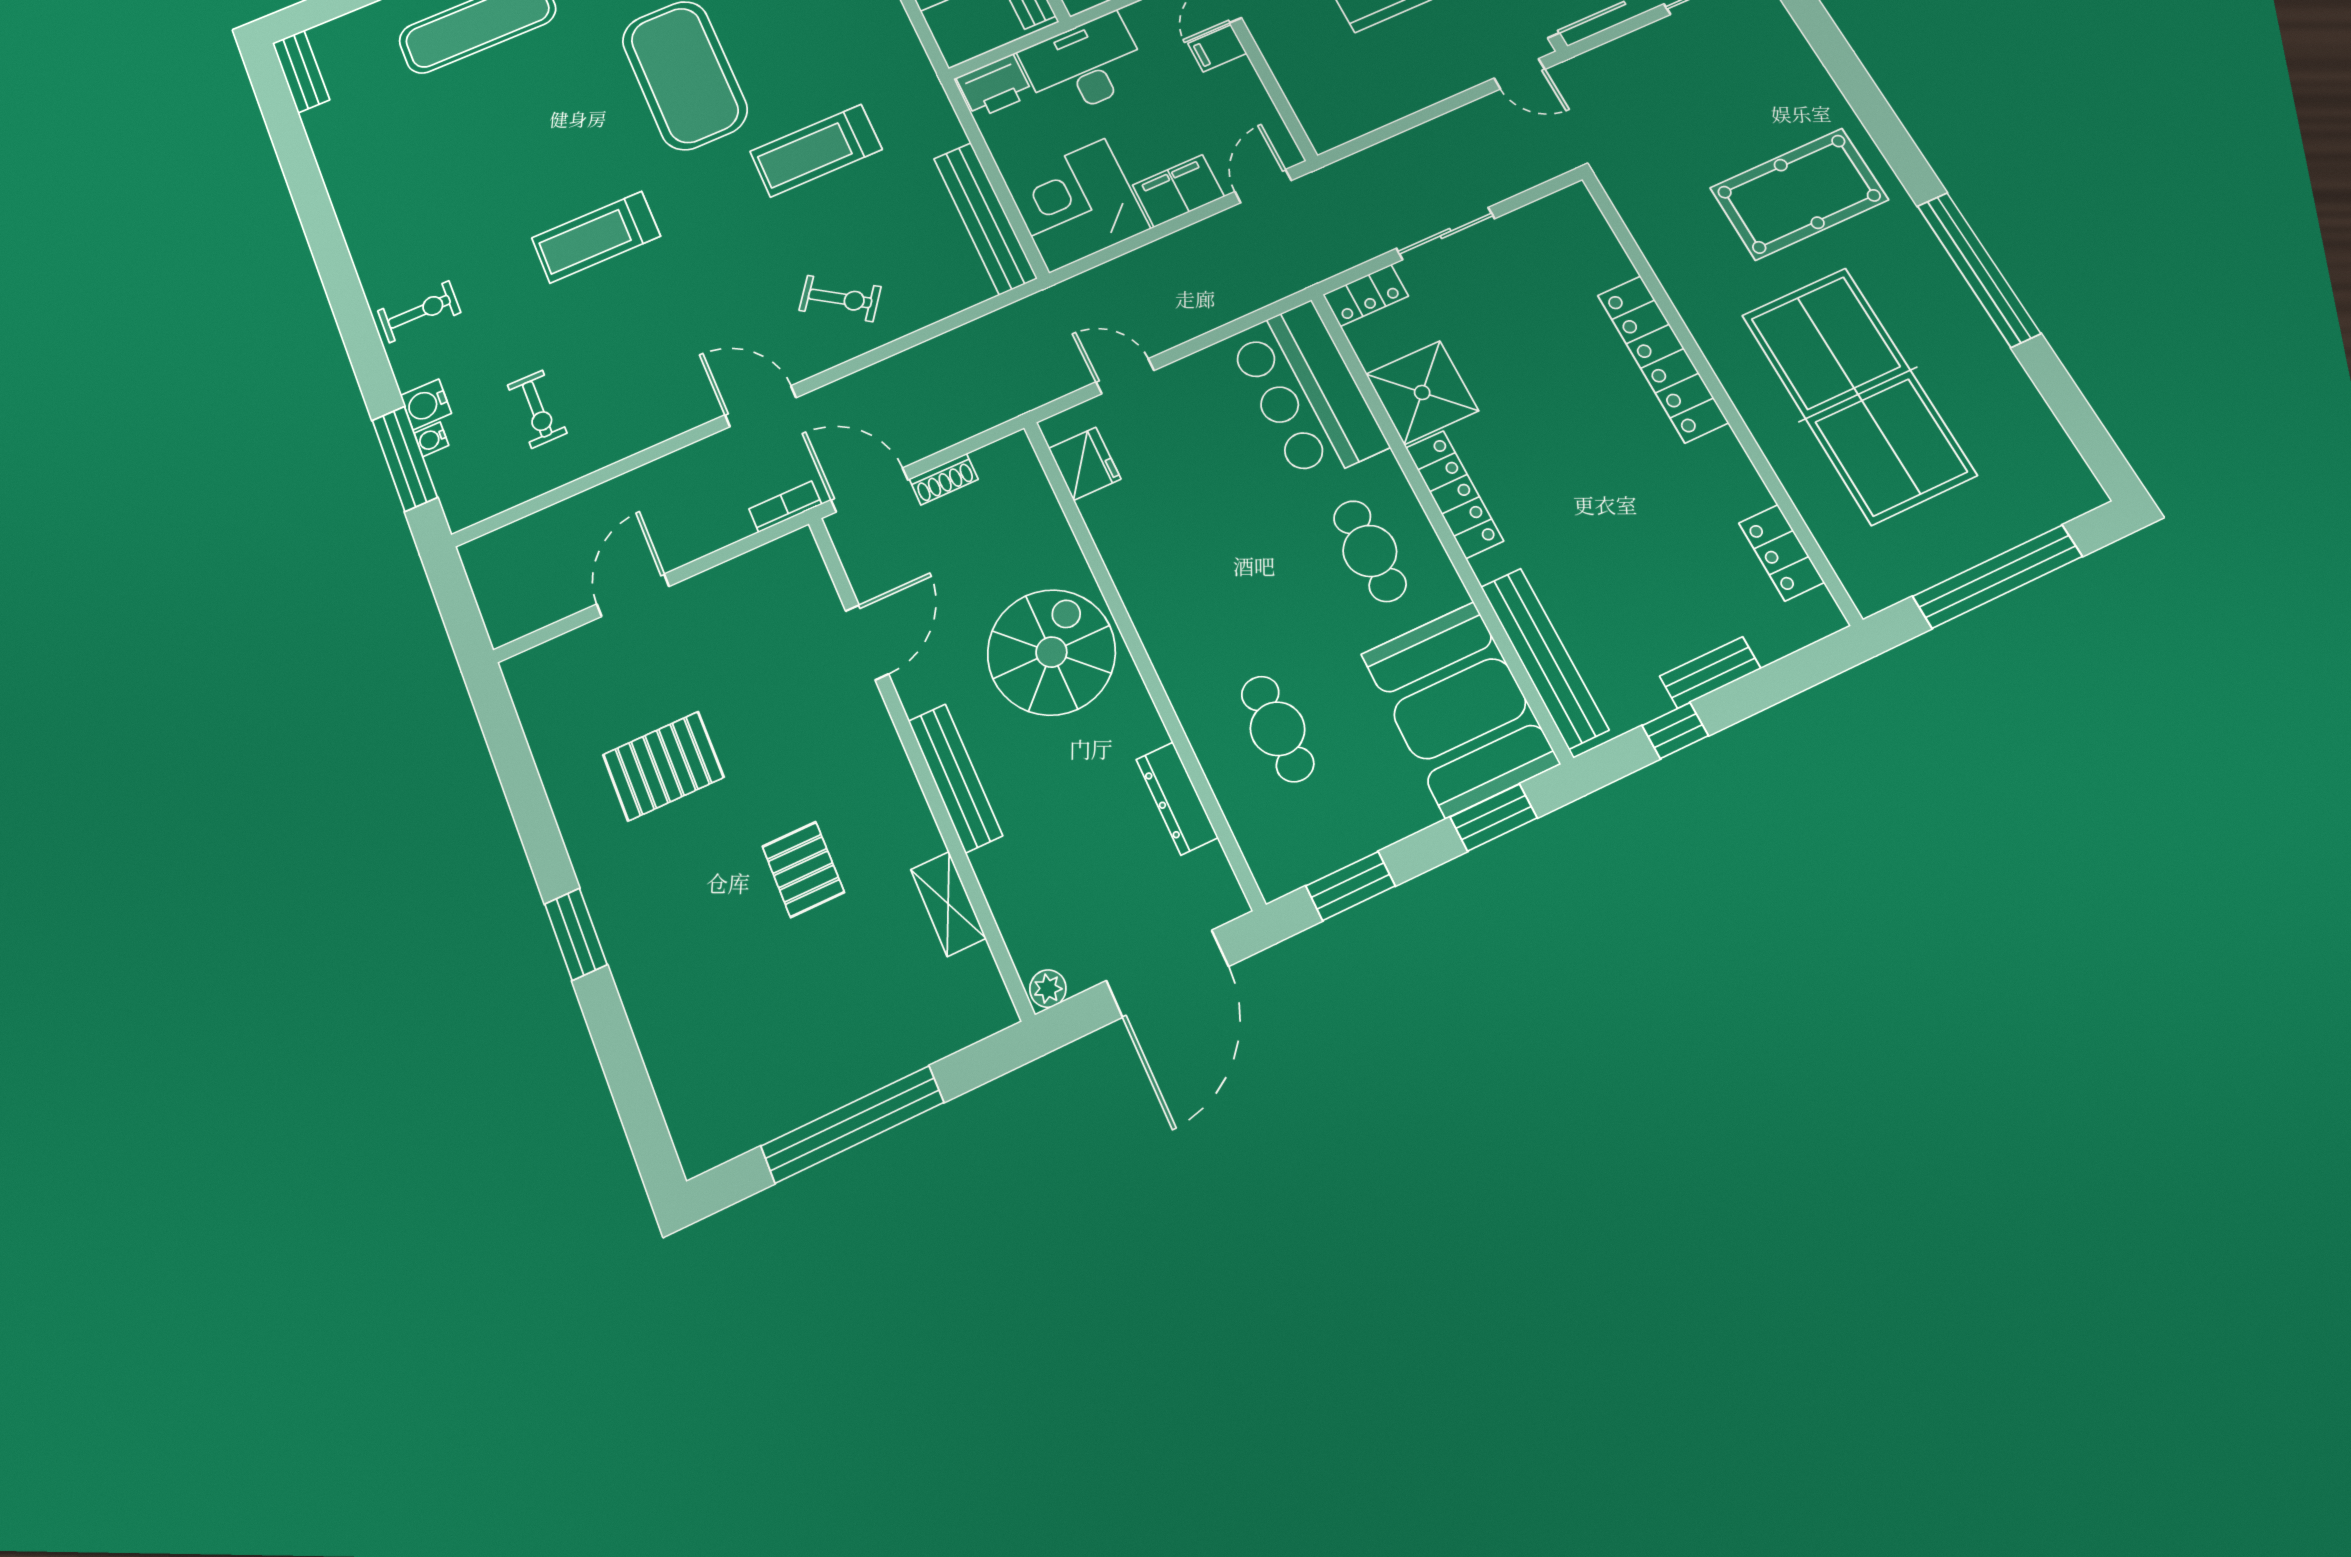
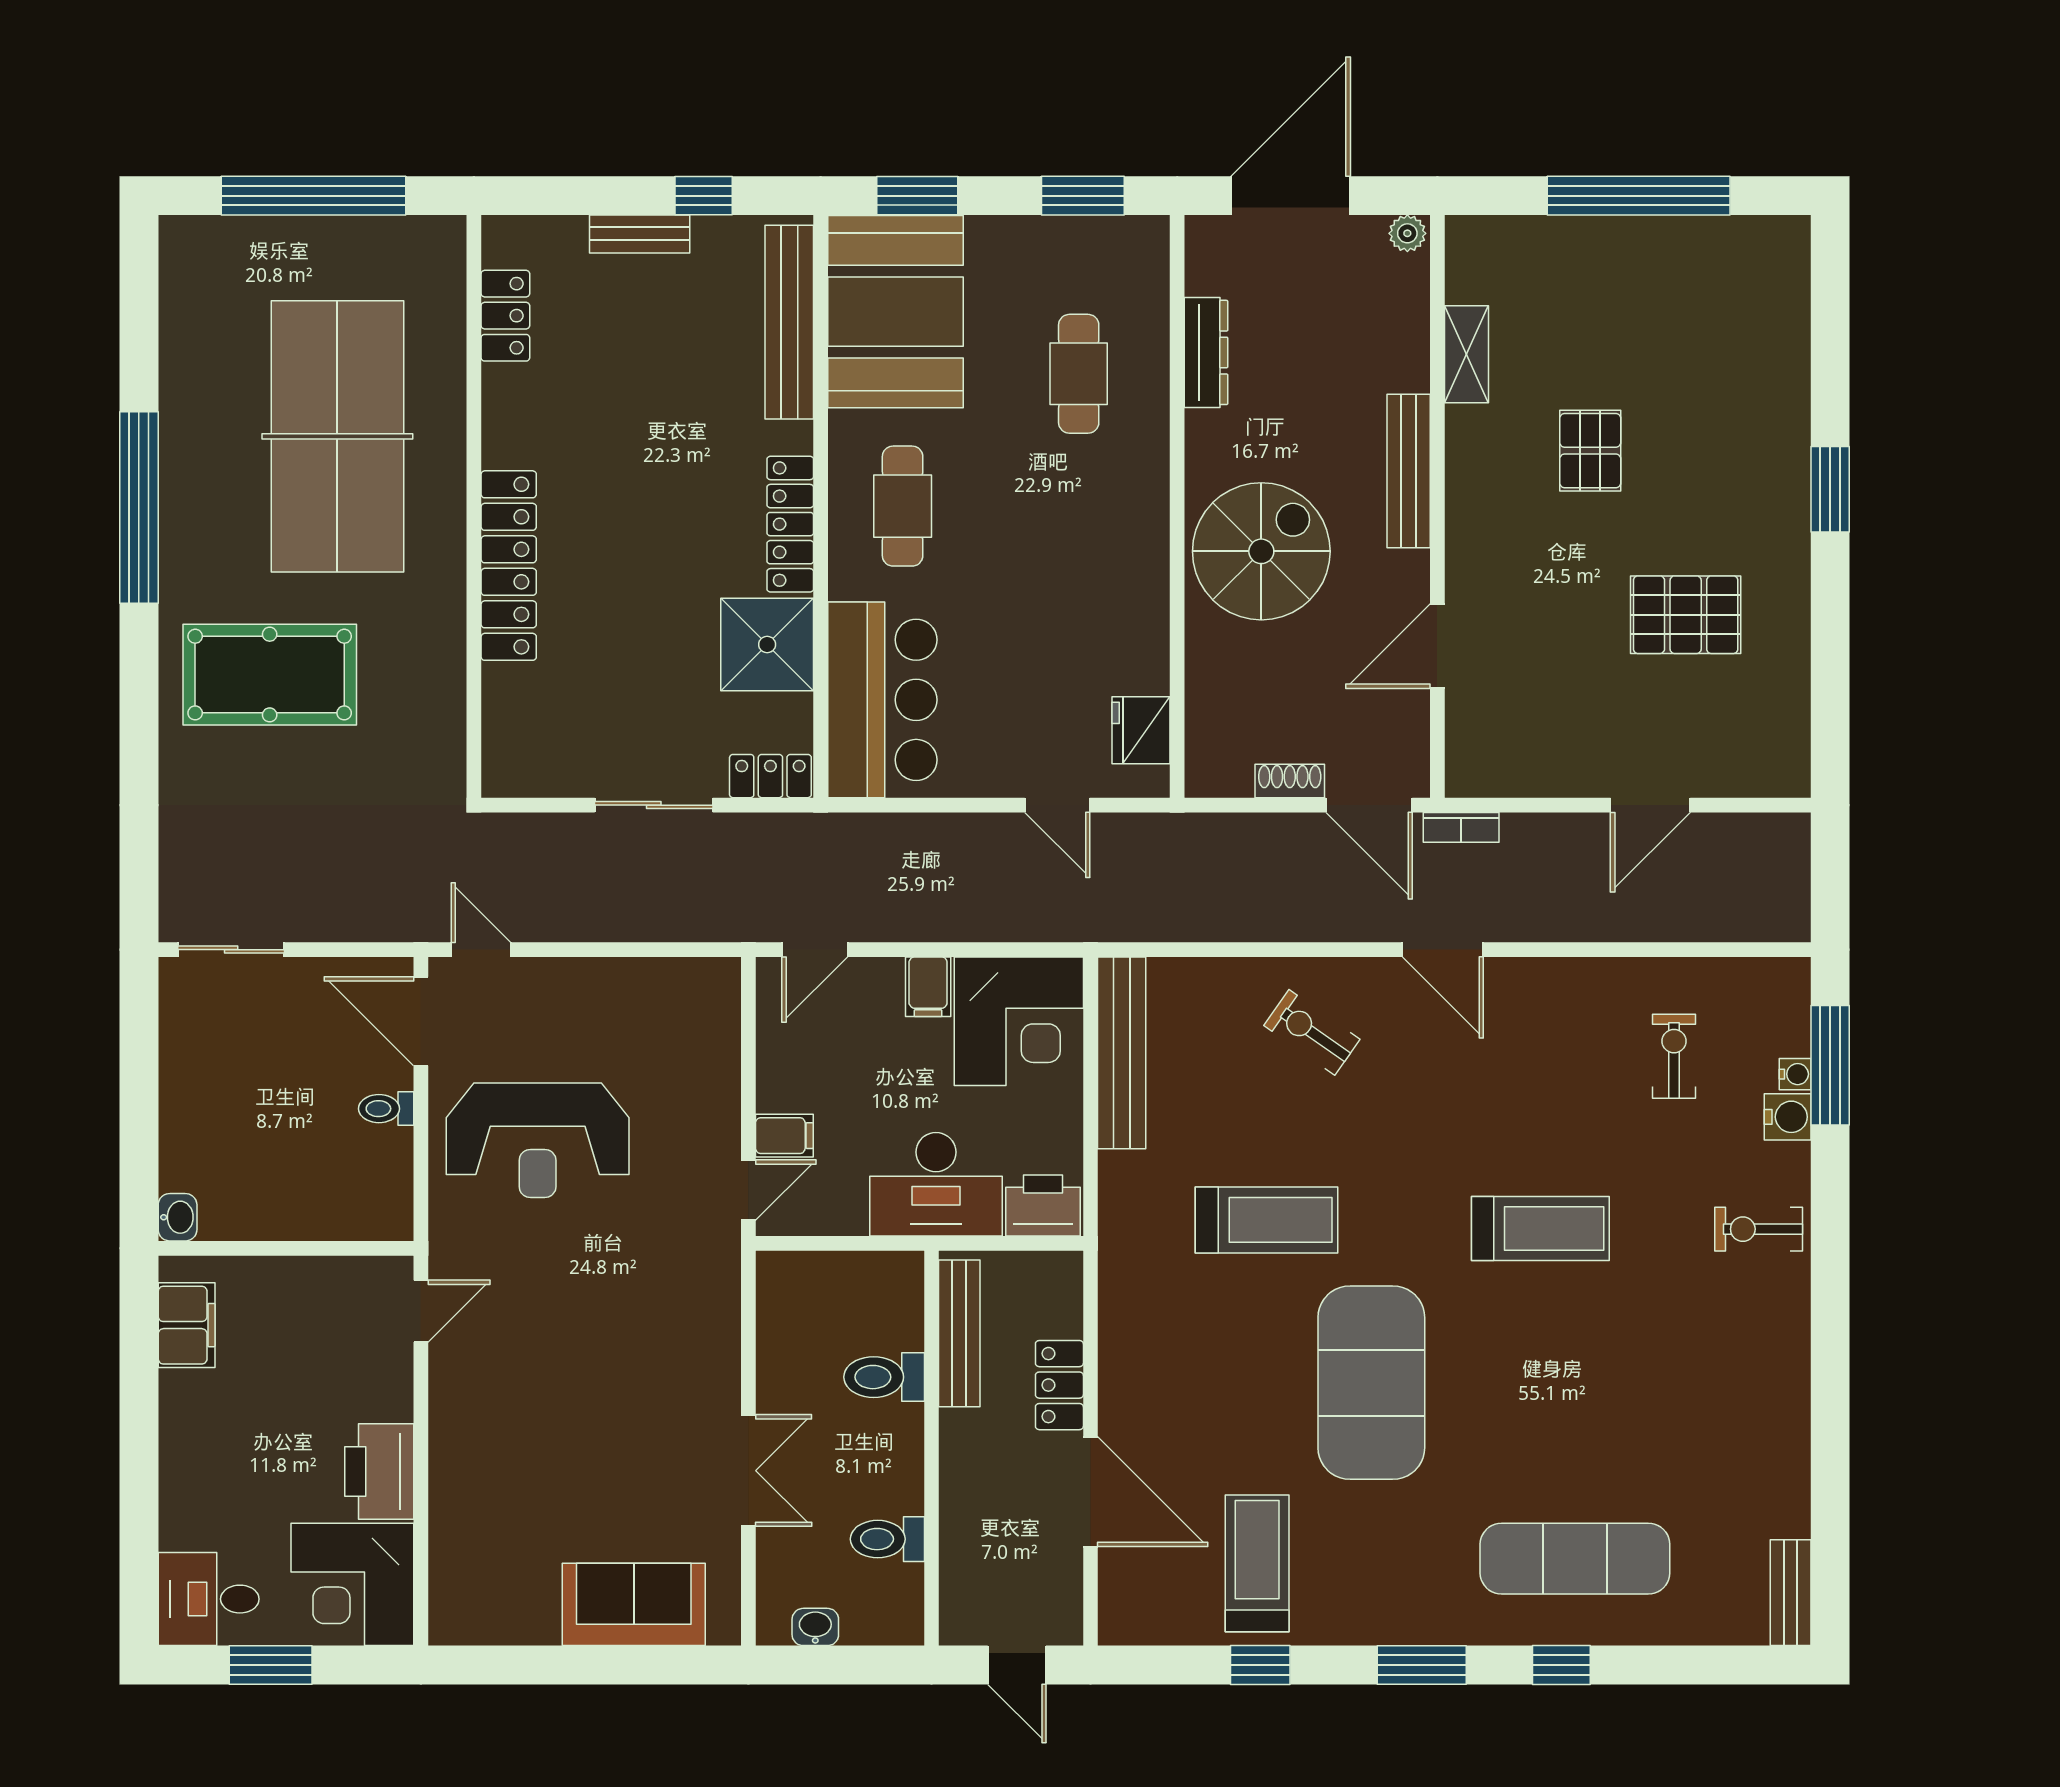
filing cabinet: (1178, 191) -> (928, 987), width x0.50
spiral stairs: (1051, 652) -> (1261, 551), turned 180

